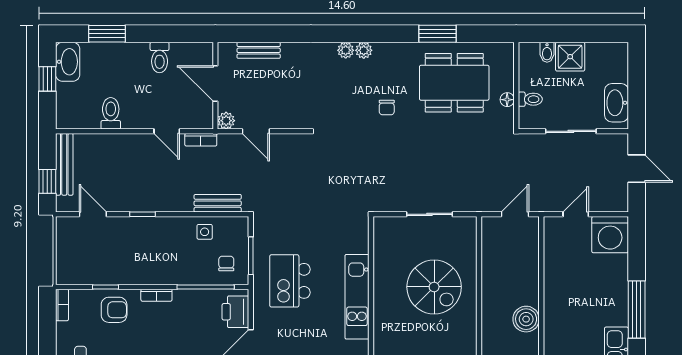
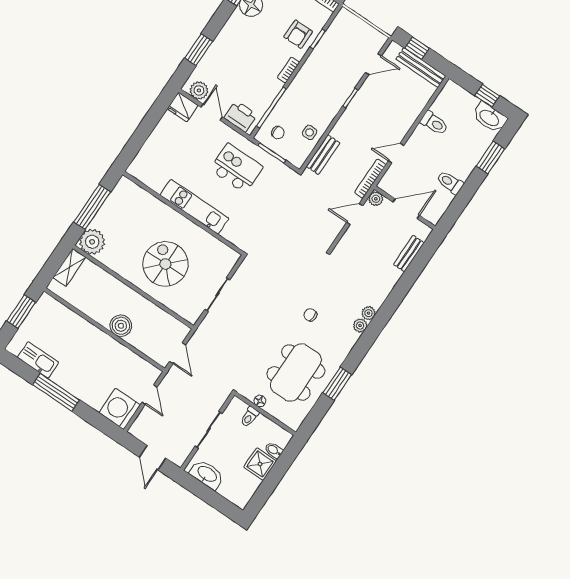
bookcase: (201, 140) -> (370, 179), width x1.56
door: (637, 169) -> (153, 458), hinge flipped
spiral stairs: (434, 287) -> (165, 264), turned 90
boiler: (526, 319) -> (121, 326), moved

